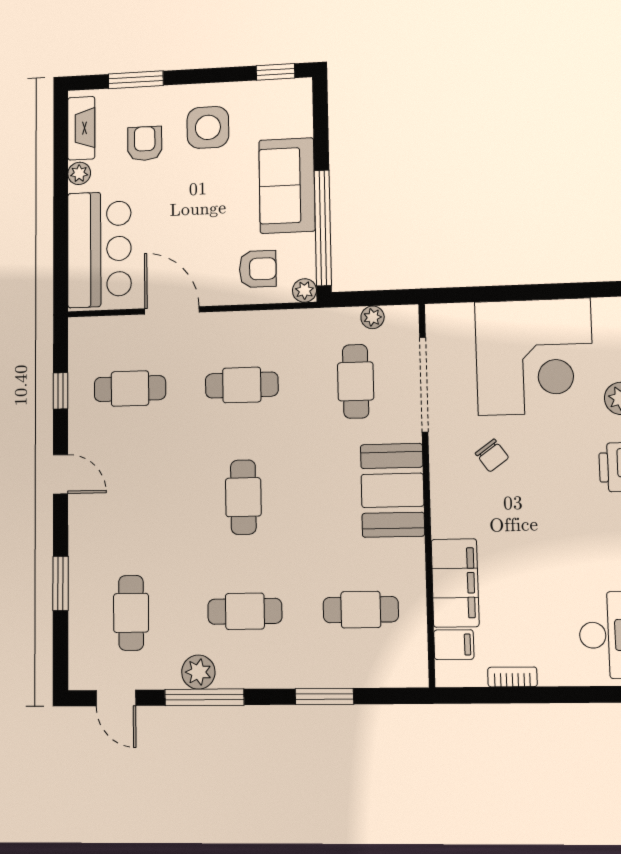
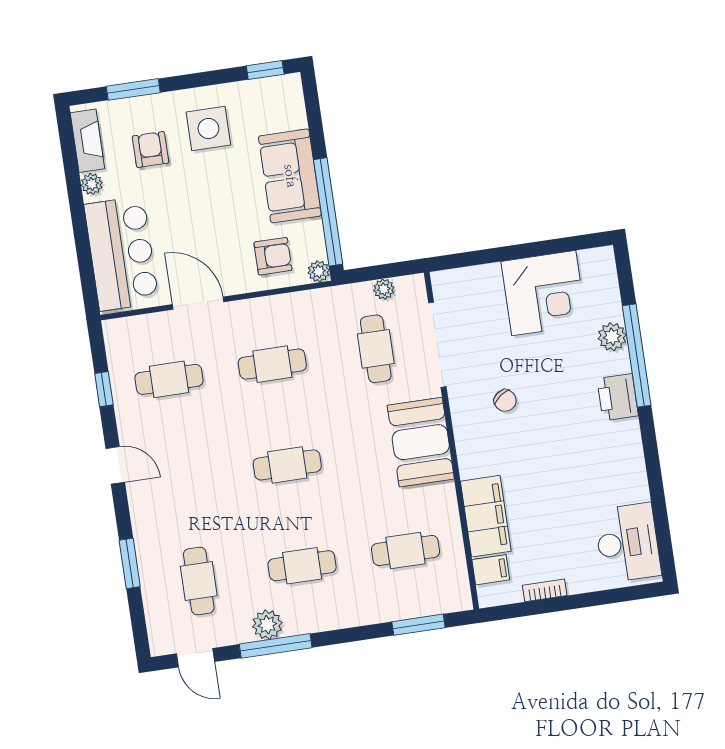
corner desk: (534, 357) -> (544, 293), width x0.74, depth x0.74
cafe table: (243, 497) -> (287, 465), turned 90
window: (324, 696) -> (419, 625), moved

